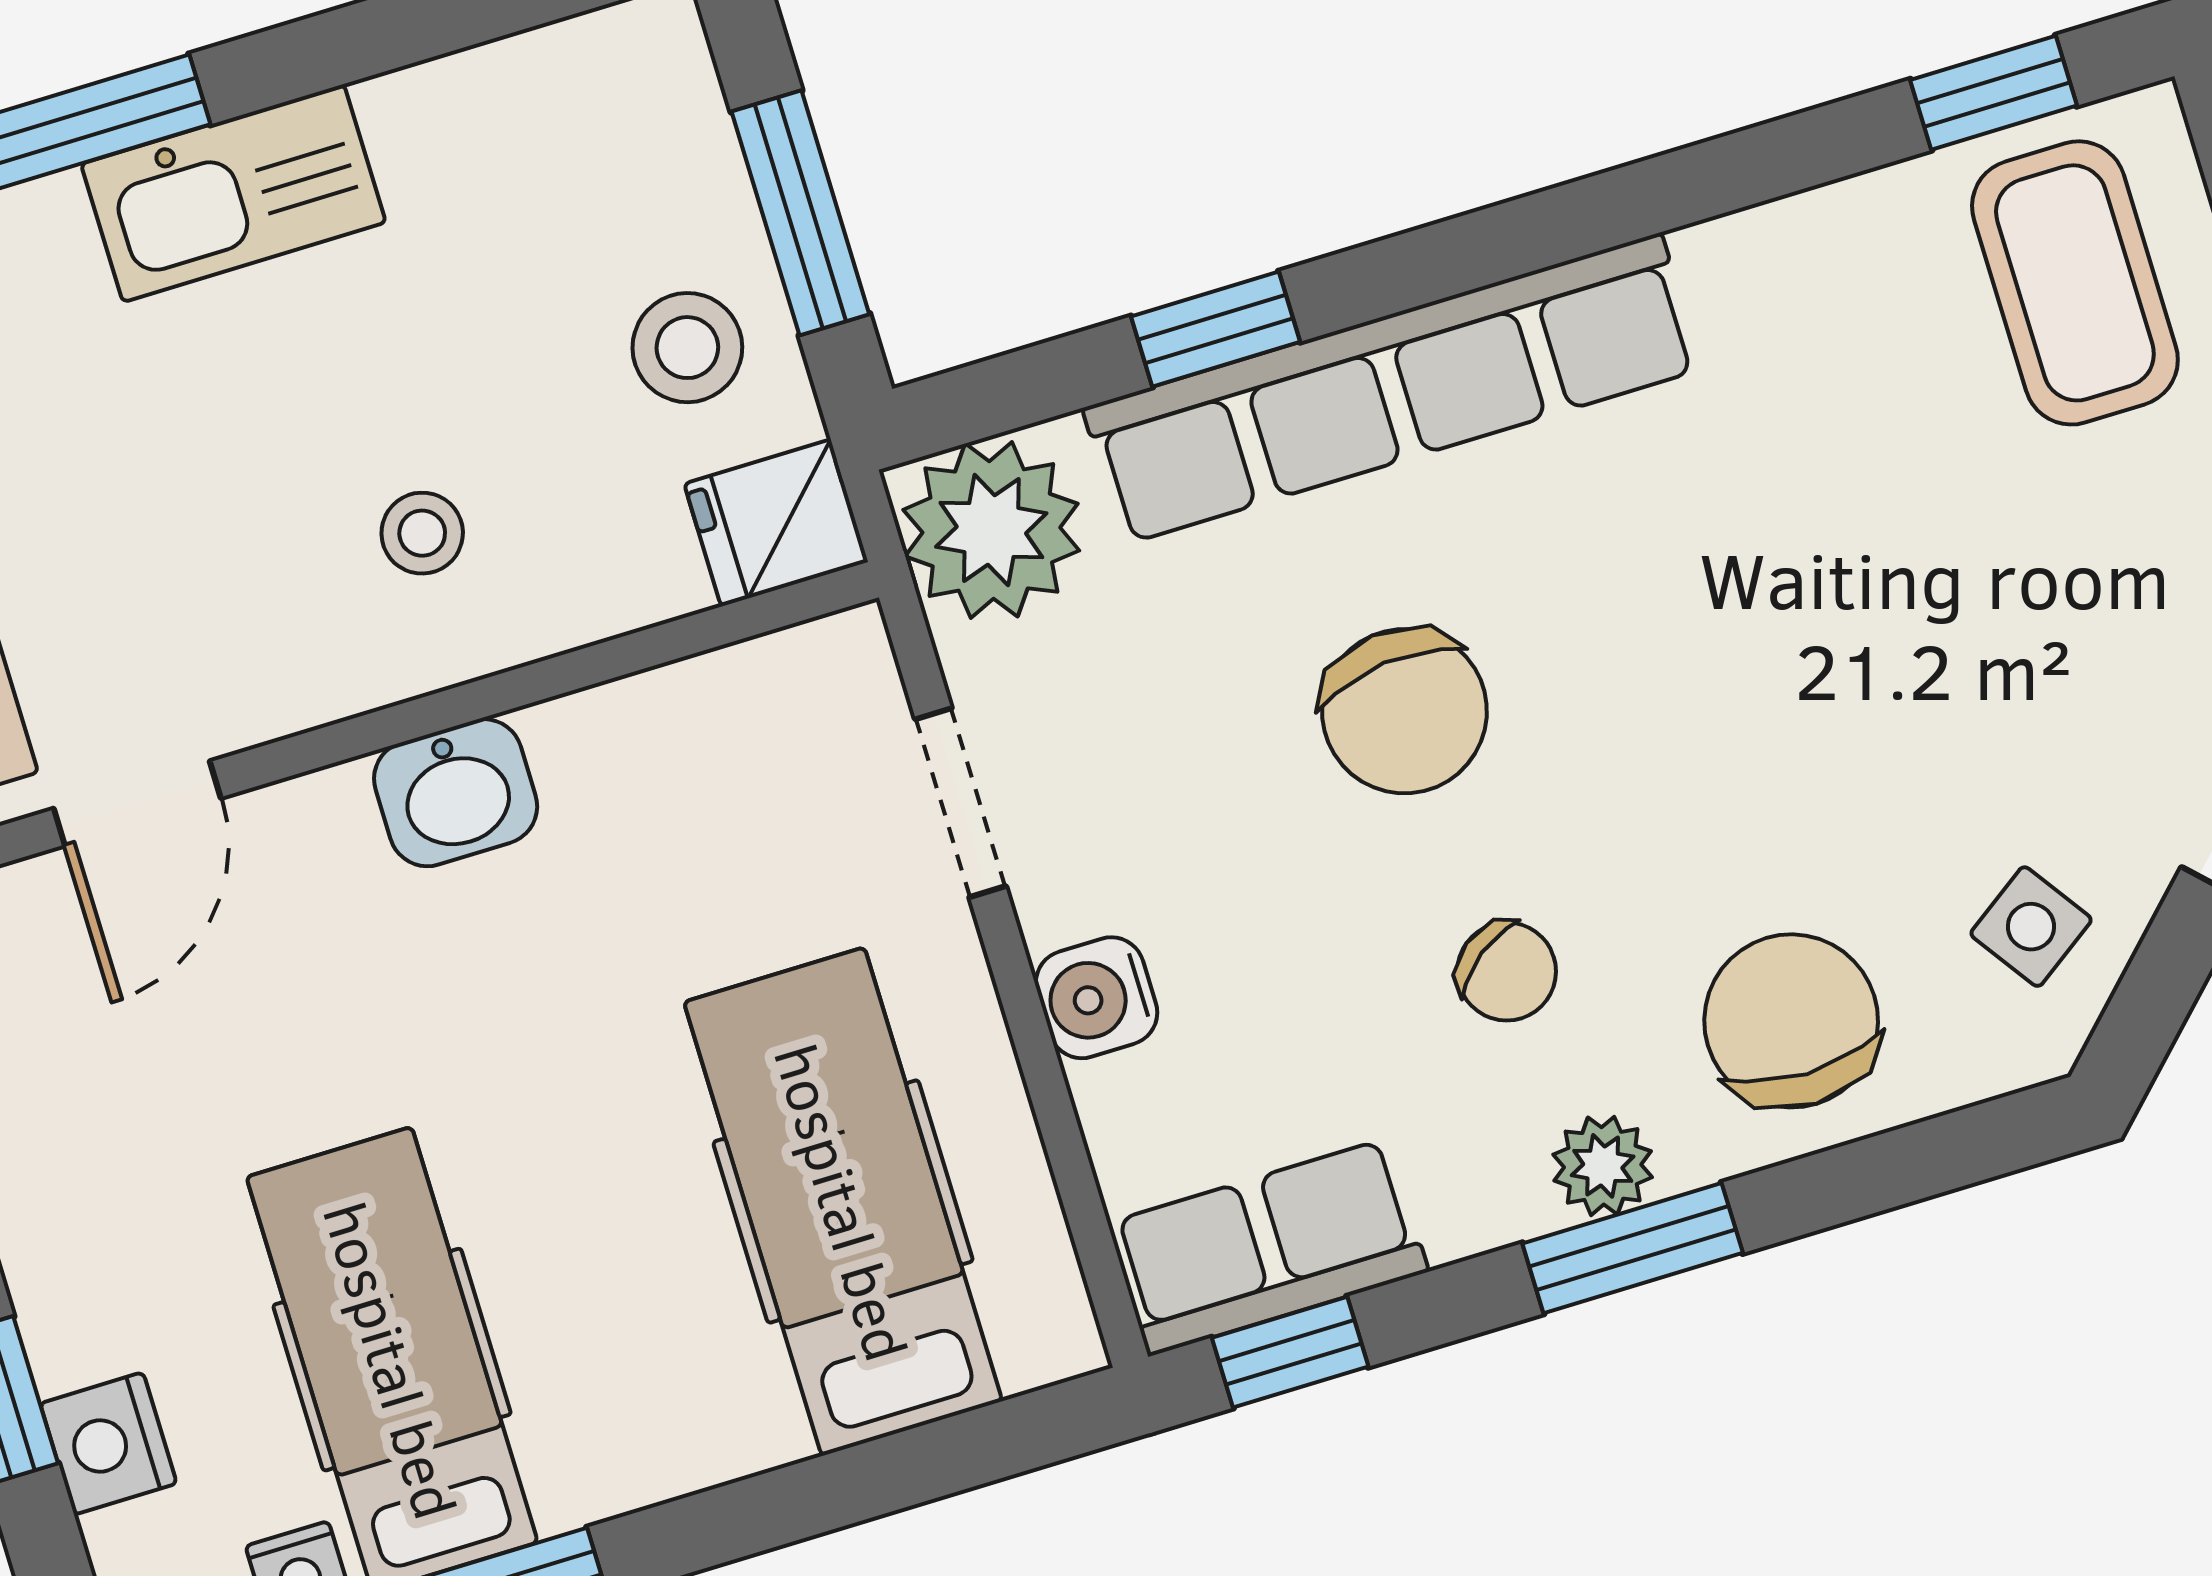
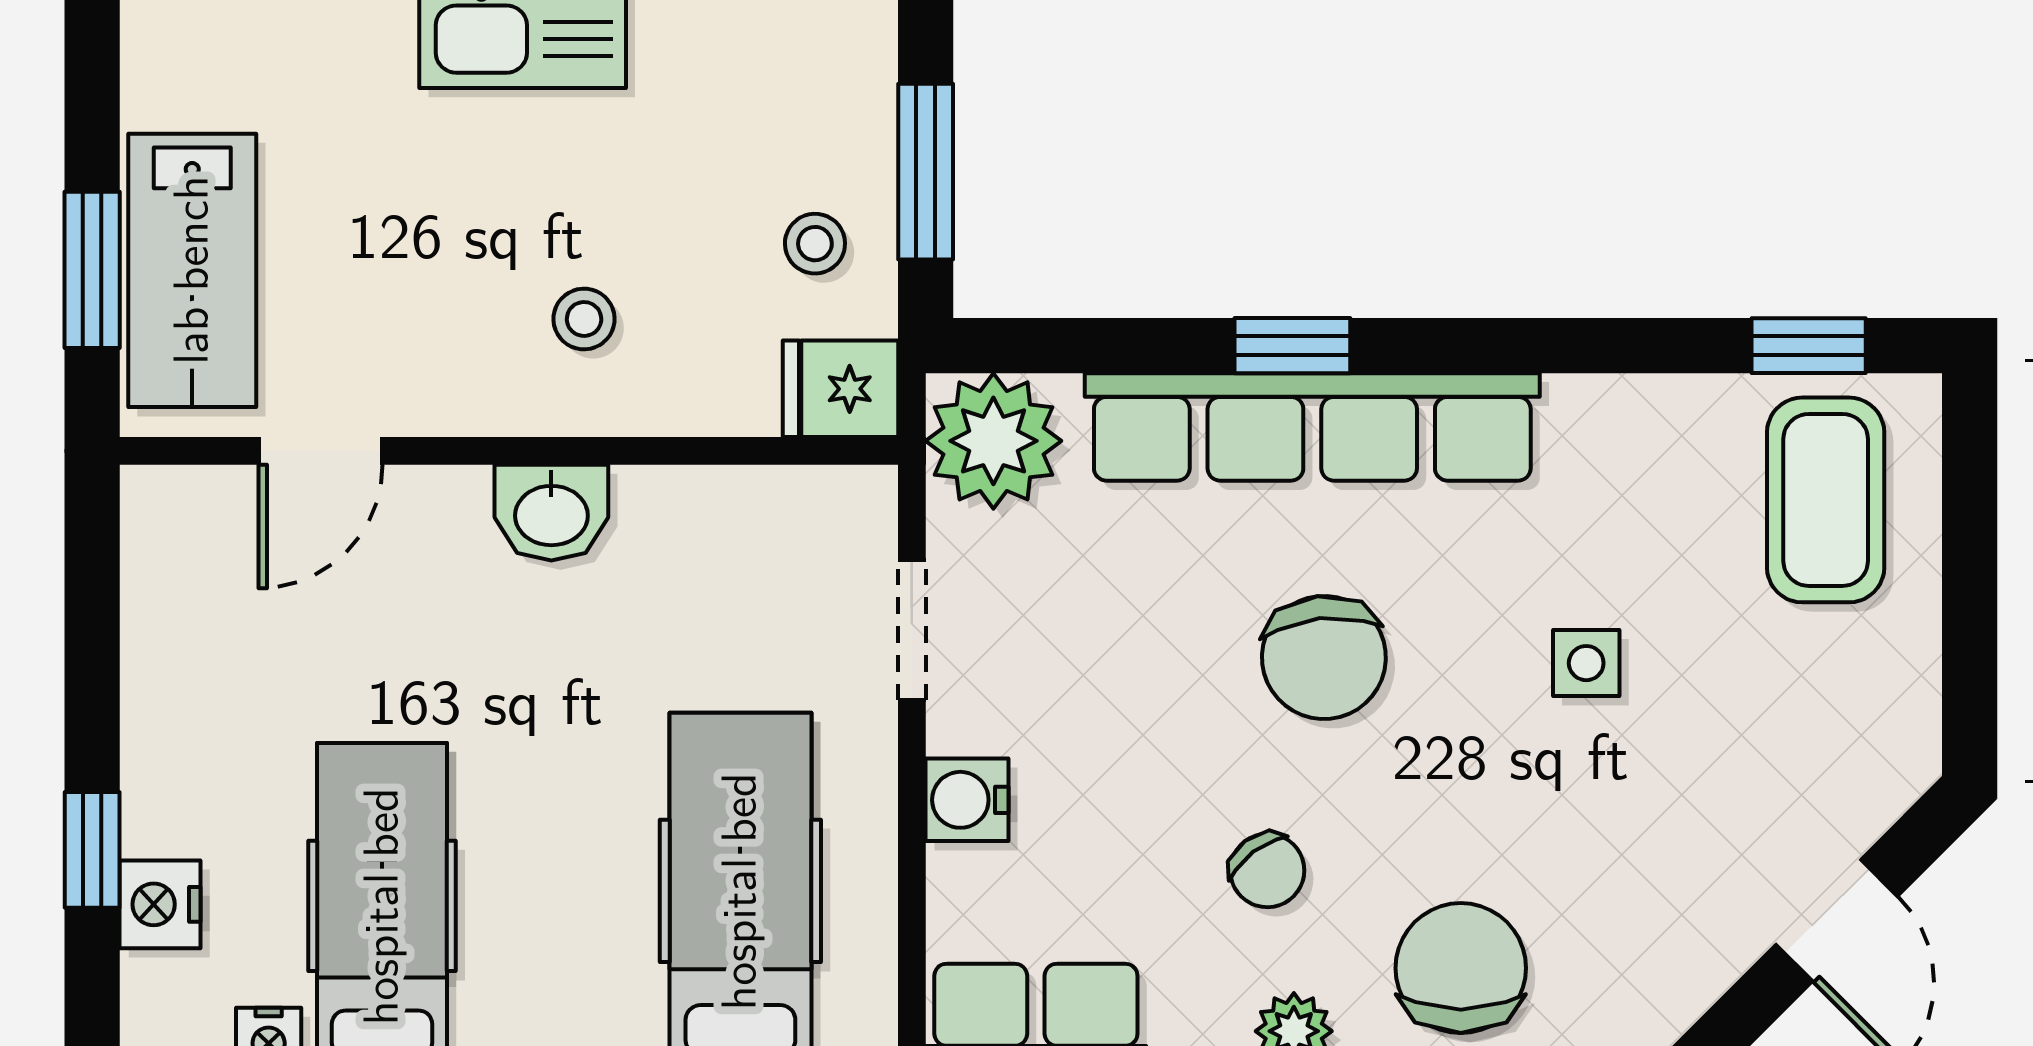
window: (1216, 329) -> (1292, 346), moved
stool: (687, 348) -> (815, 244), width x0.73, depth x0.73
chair: (1404, 711) -> (1324, 657), moved
side table: (2031, 927) -> (1586, 663), moved, turned 35

